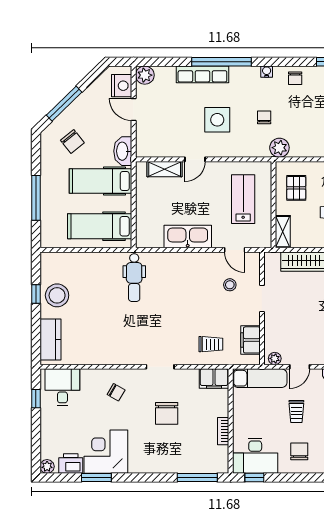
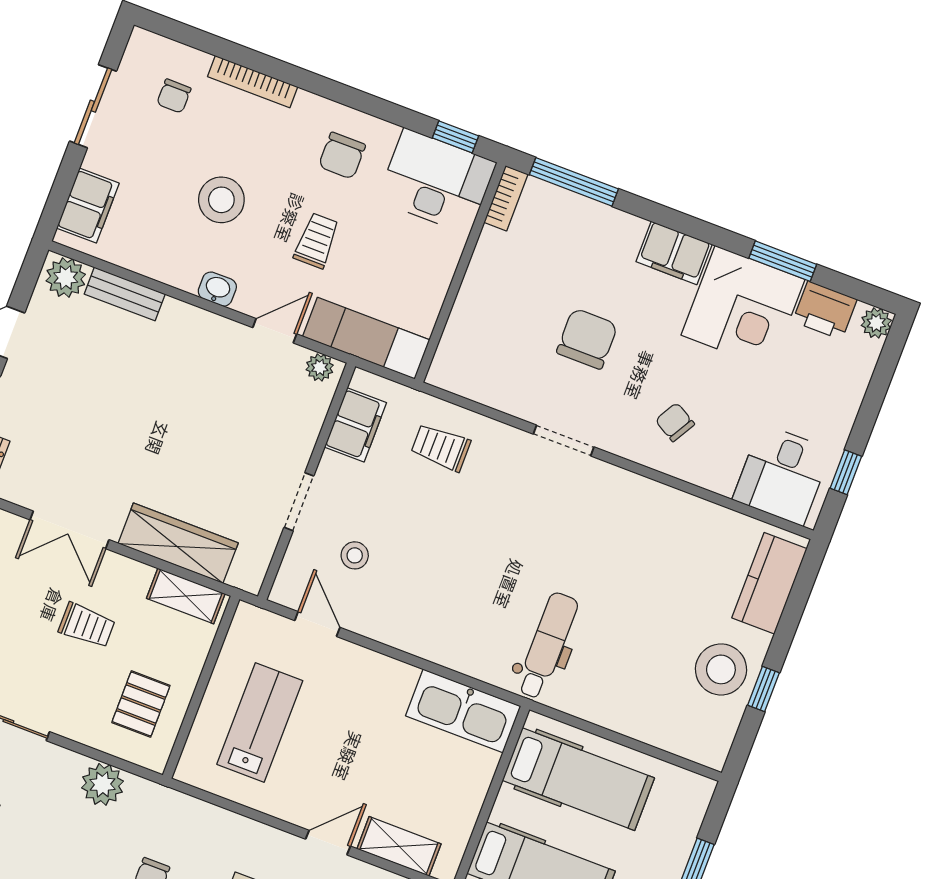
plant: (279, 148) -> (103, 784), moved
lab bench: (243, 199) -> (260, 722), turned 180
shelving: (283, 232) -> (186, 596), moved, turned 90
kitchen sink: (188, 237) -> (463, 711), moved
filing cabinet: (214, 379) -> (674, 253), moved, turned 180
bookcase: (223, 431) -> (506, 198), moved

